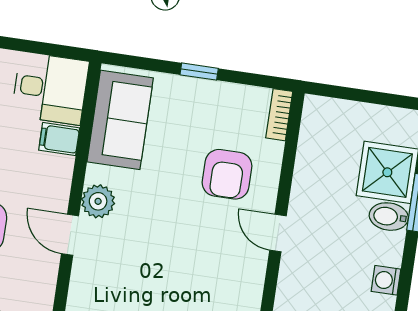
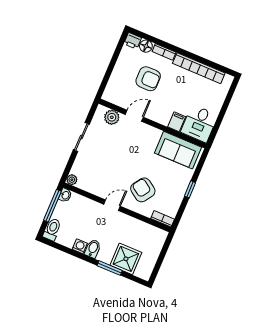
armchair: (227, 174) -> (143, 190), turned 34
plant: (98, 201) -> (112, 117), moved
bidet: (389, 217) -> (93, 249), moved

